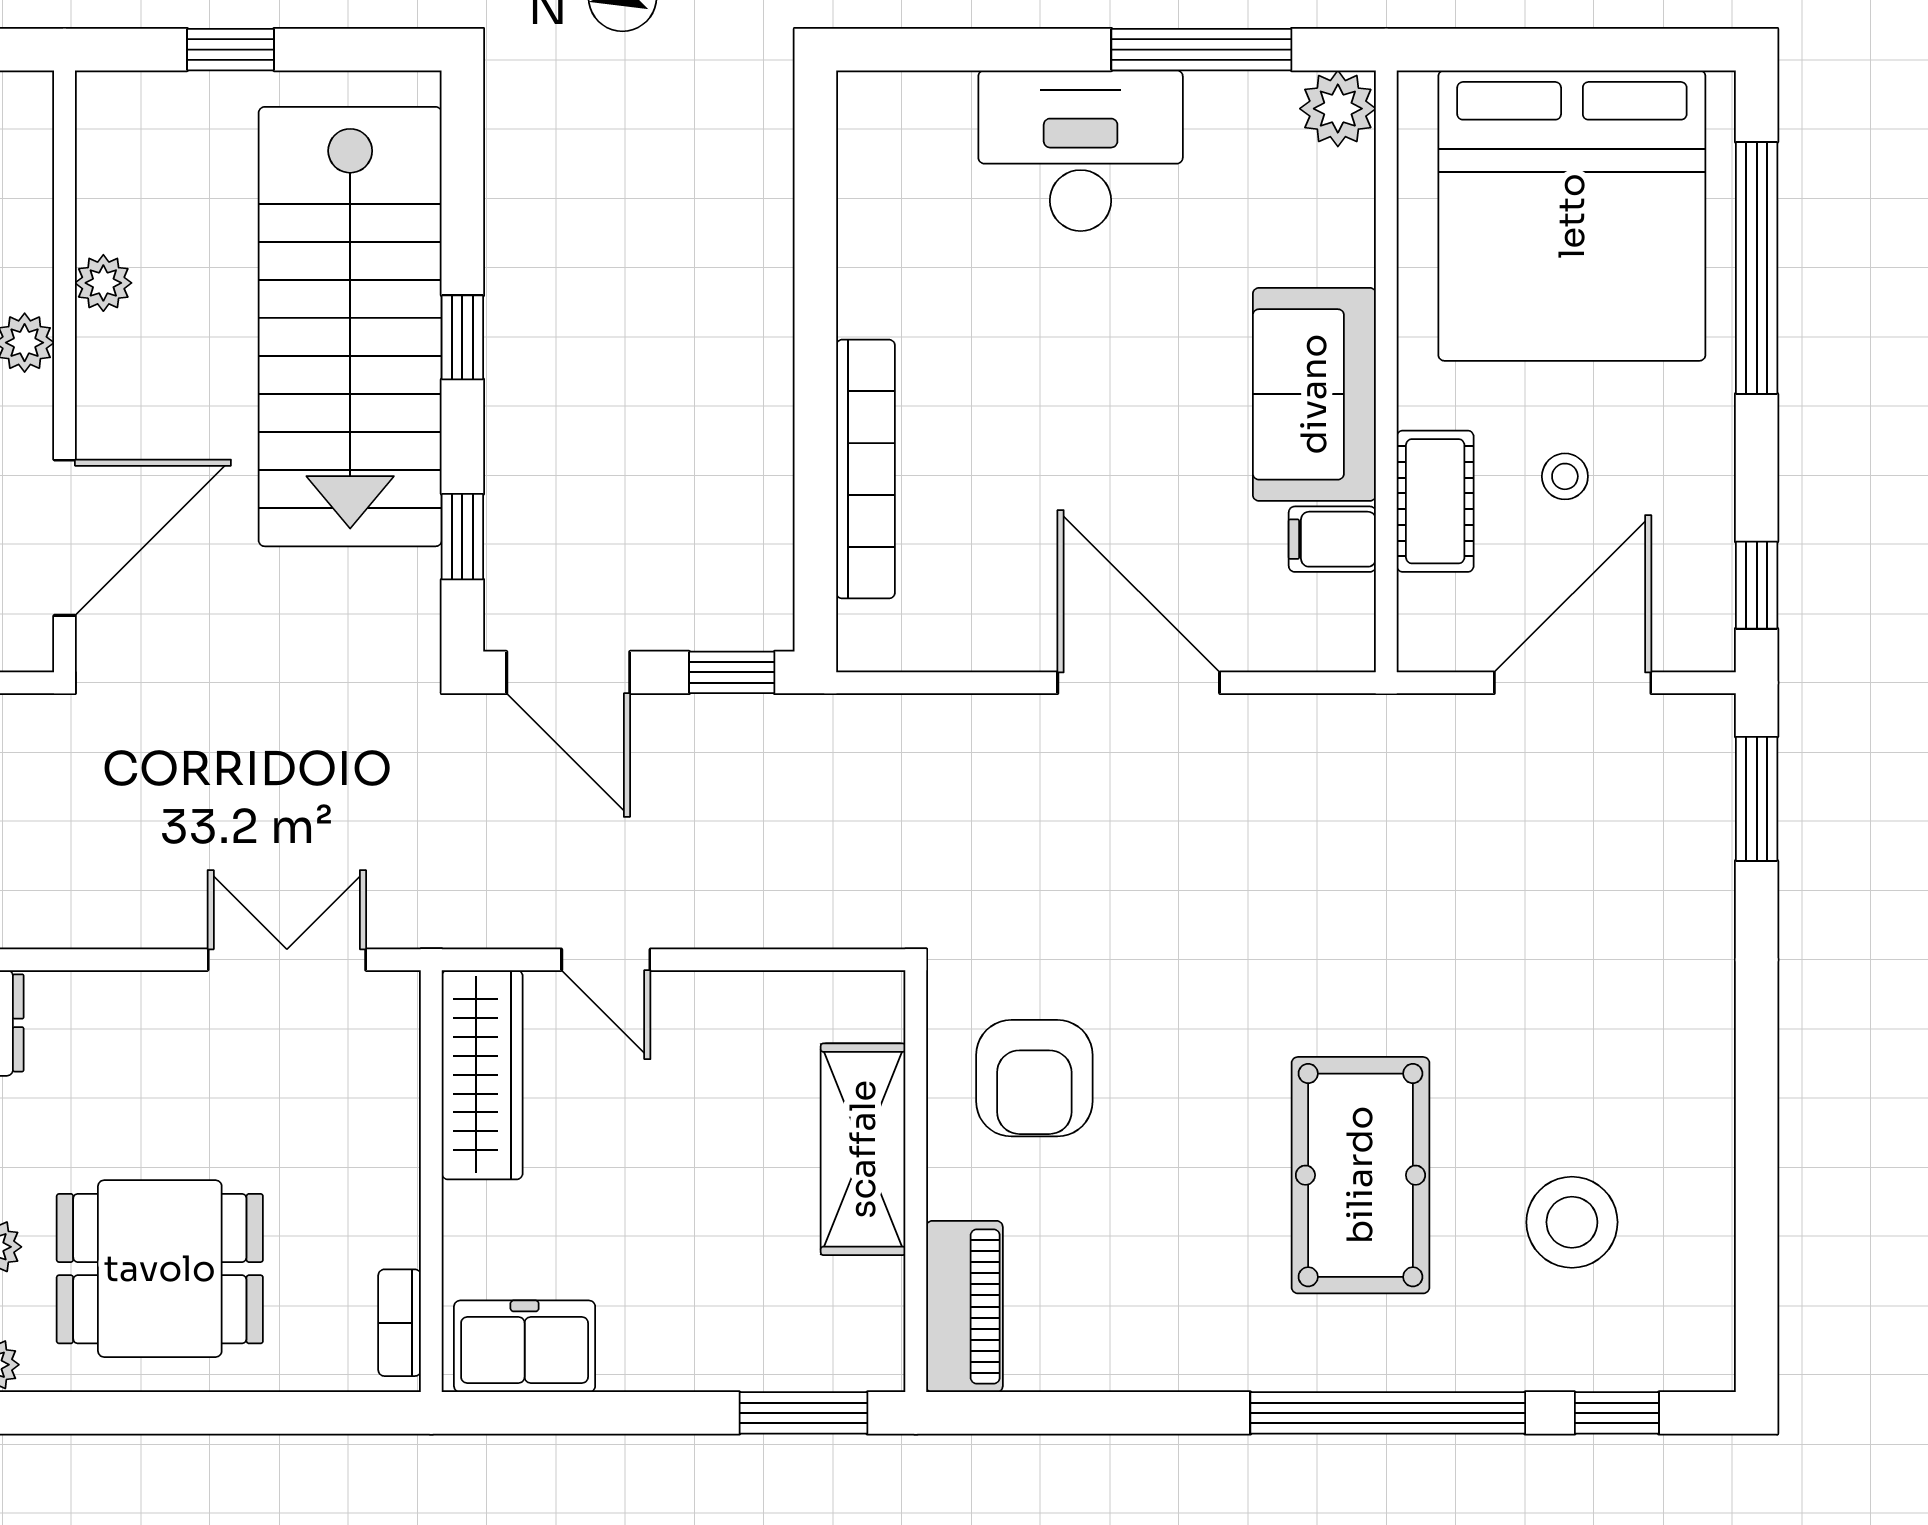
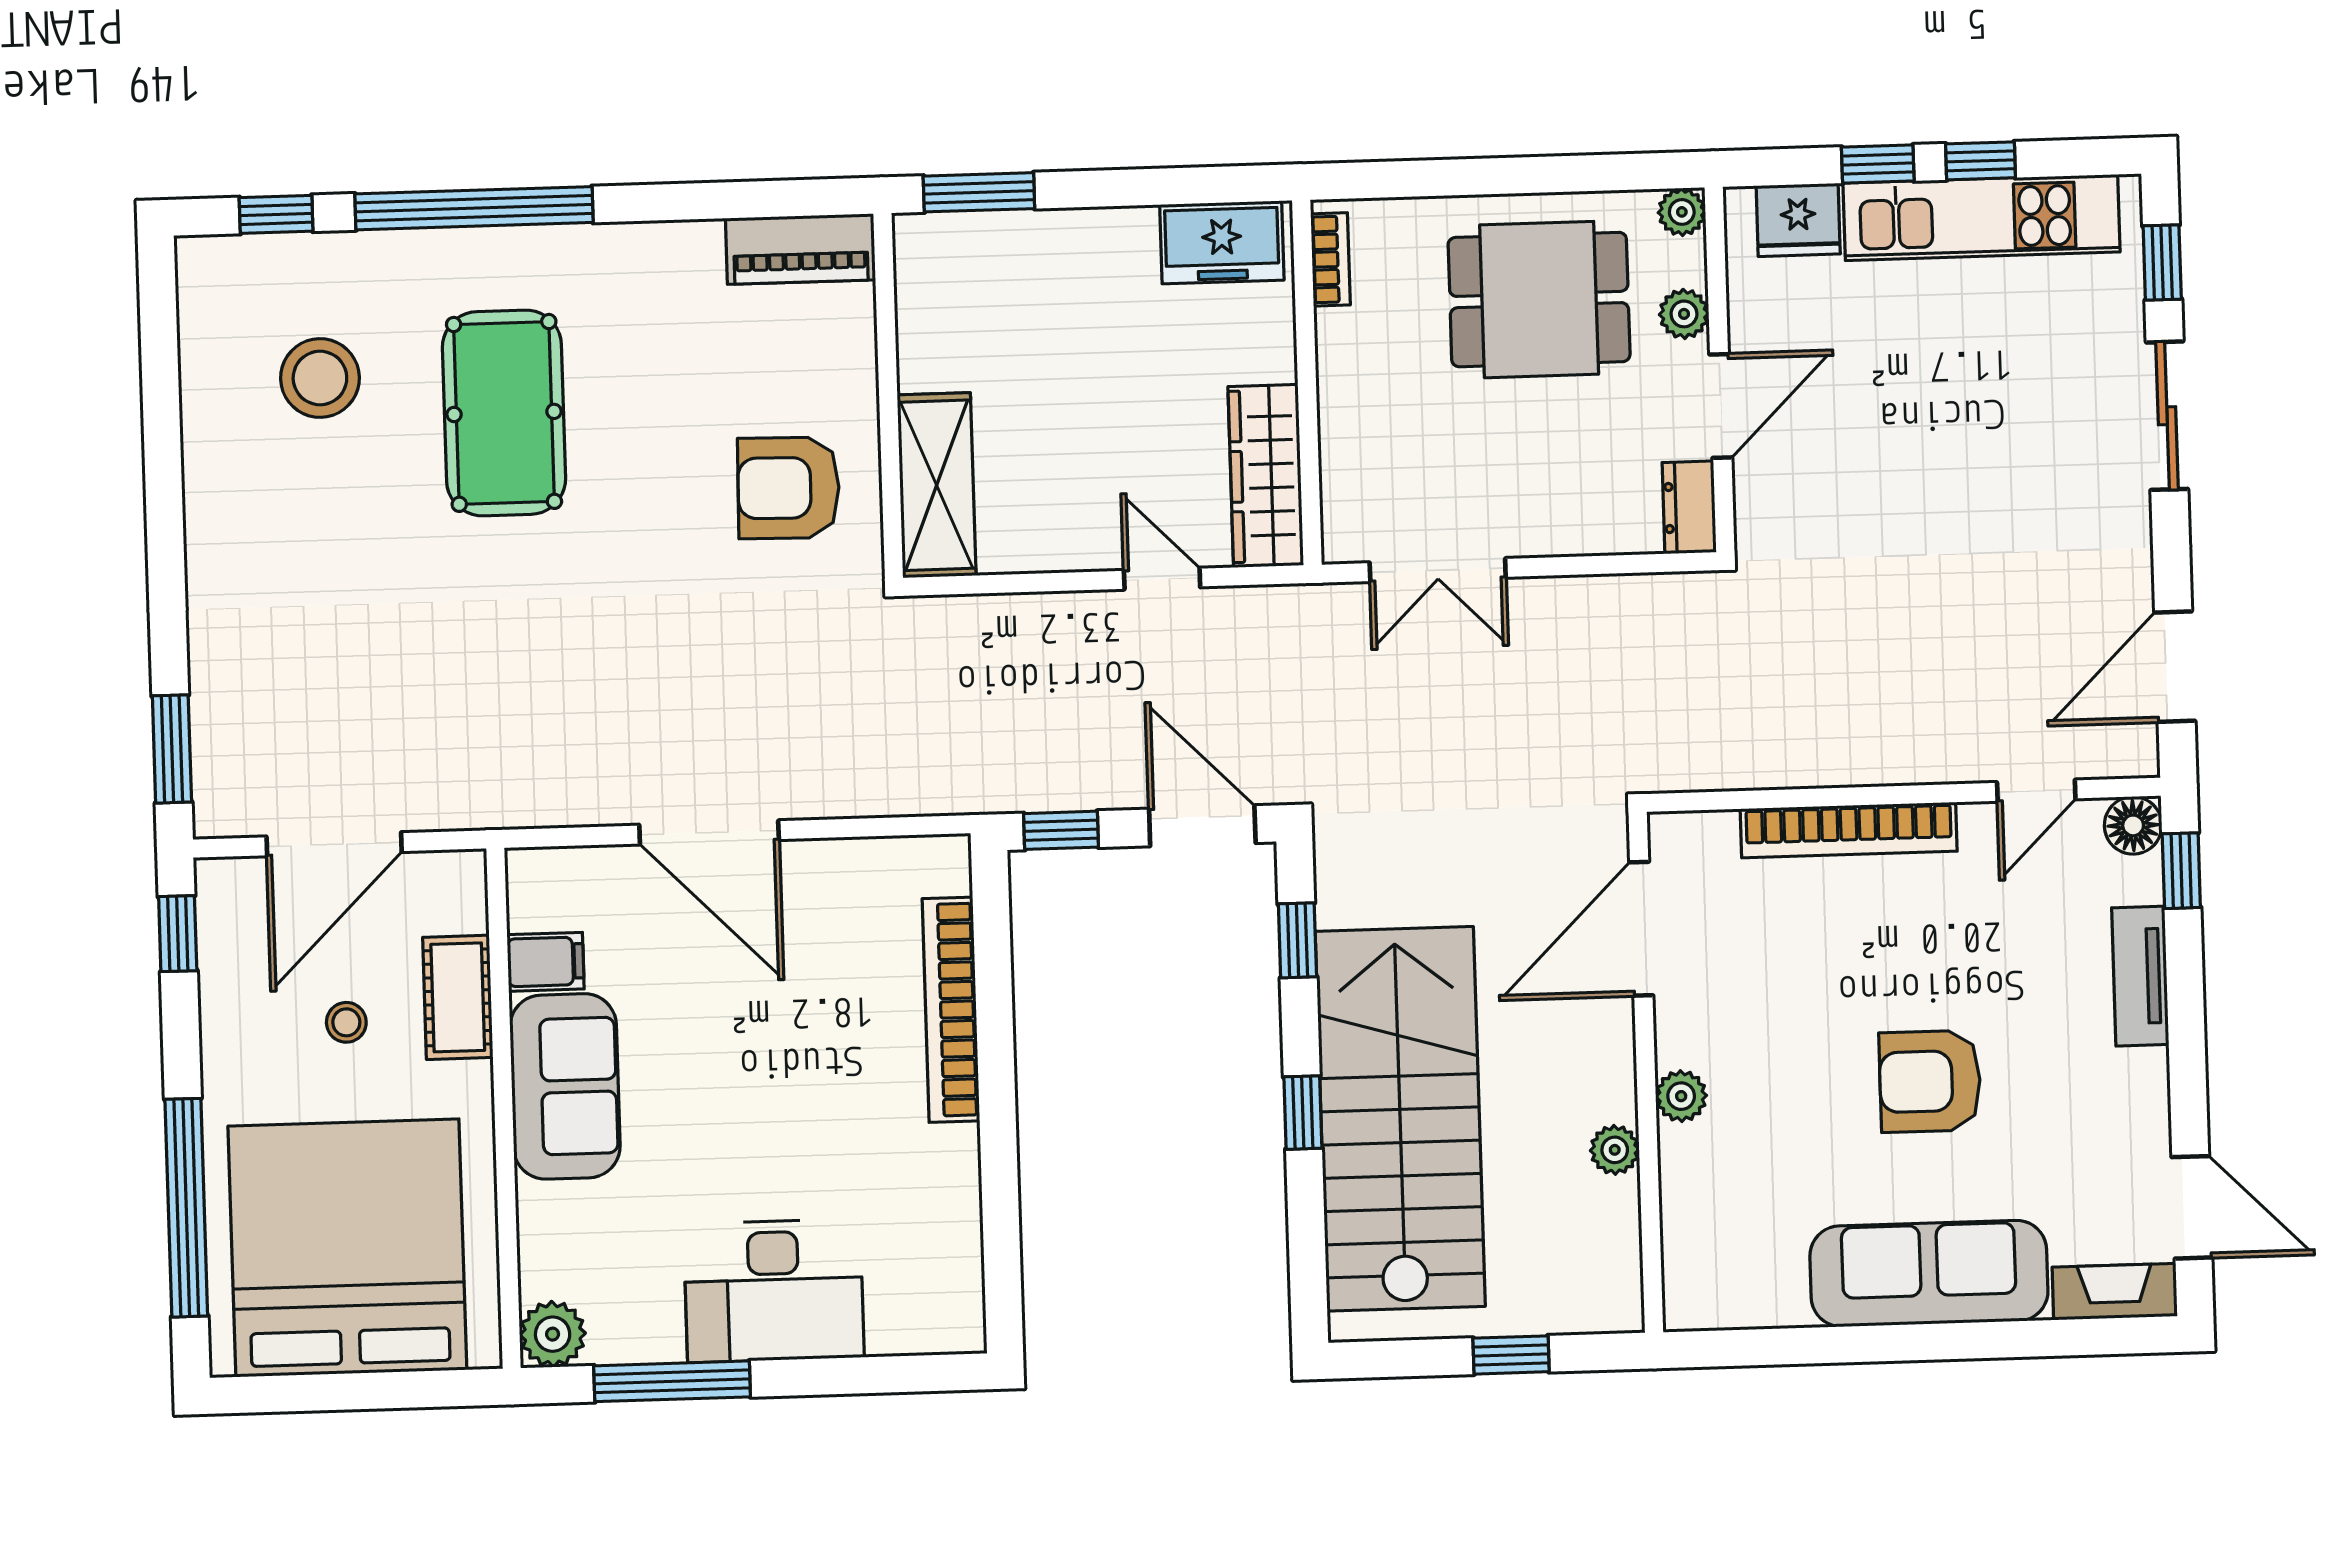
armchair: (1034, 1078) -> (788, 488), turned -89
shelving: (863, 1149) -> (937, 485), moved
piano: (964, 1307) -> (800, 249), moved, turned -90

